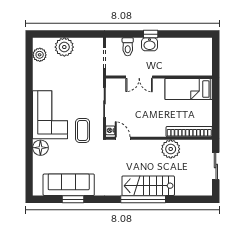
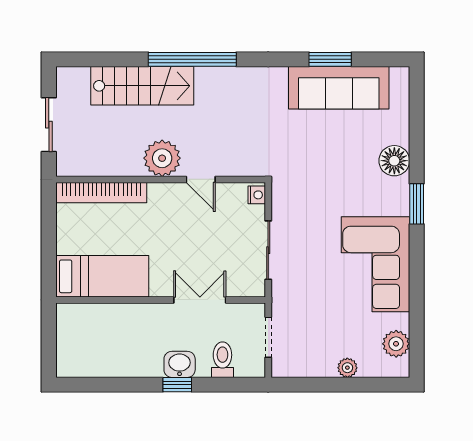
plant: (64, 47) -> (347, 368), width x0.53, depth x0.53
corner sofa: (50, 115) -> (375, 264), moved
window: (29, 126) -> (417, 204), added
coffee table: (83, 130) -> (311, 195), removed
door: (123, 138) -> (201, 179), moved
plant: (171, 149) -> (162, 158), moved
stairs: (148, 186) -> (142, 86), moved

